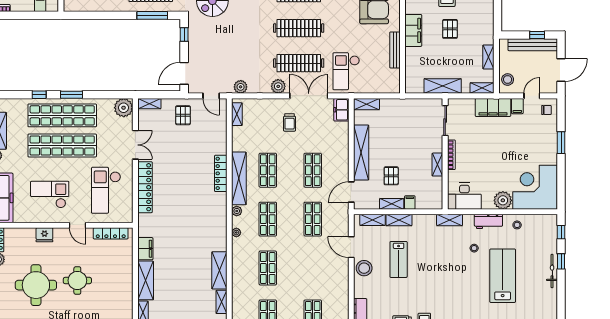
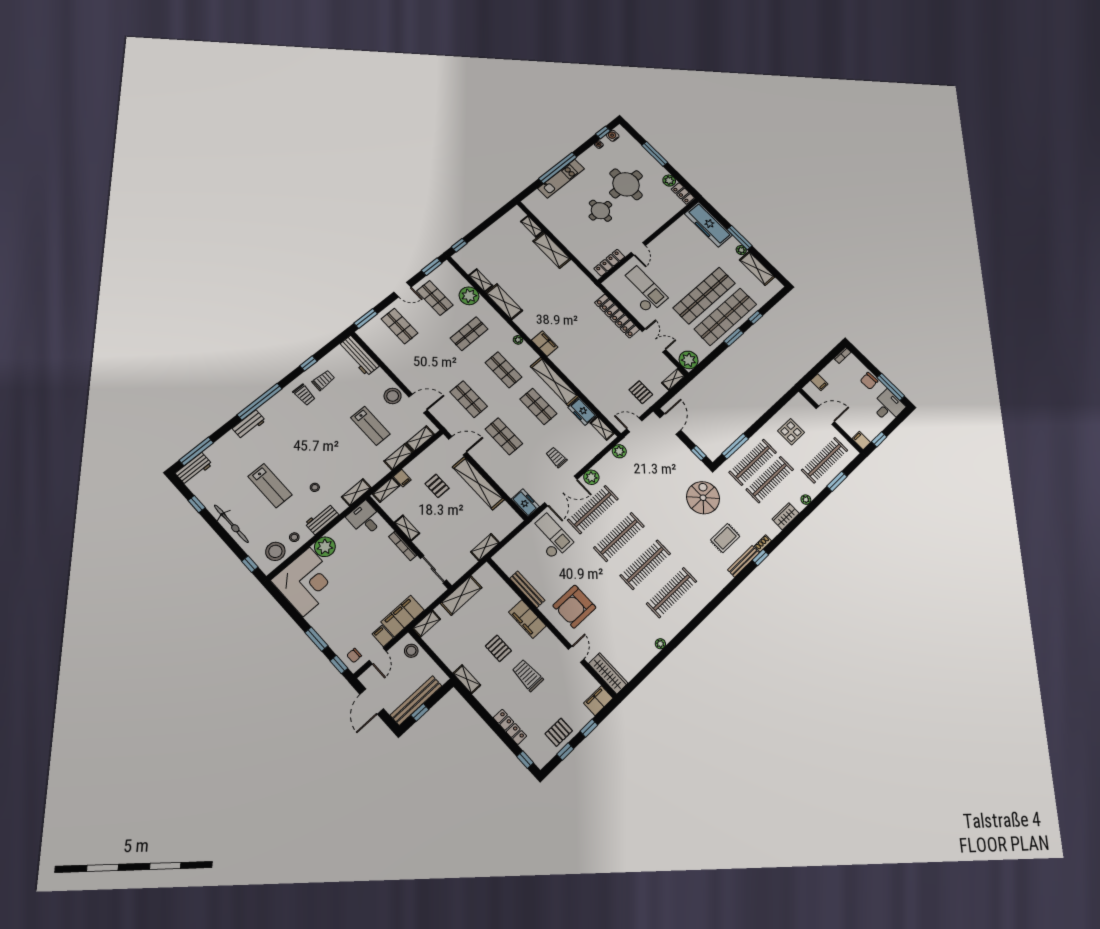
shelving: (488, 57) -> (467, 679), moved
shelving: (366, 104) -> (485, 547), moved
window: (561, 113) -> (339, 664), added
freezer: (240, 139) -> (582, 411), added
double door: (135, 145) -> (654, 340), swing flipped
locker: (221, 173) -> (572, 373), removed
door: (351, 192) -> (458, 446), hinge flipped
checkout: (50, 195) -> (679, 254), removed
desk: (464, 196) -> (365, 519), width x0.73
shelving: (392, 204) -> (386, 490), moved
plant: (237, 211) -> (469, 296), moved, width x1.88, depth x1.88
door: (78, 225) -> (638, 249), swing flipped
stool: (537, 226) -> (275, 551), added
fridge: (44, 235) -> (654, 223), removed
filing cabinet: (145, 249) -> (545, 344), moved, turned 180
lab bench: (399, 259) -> (370, 426), turned 180
window: (561, 261) -> (197, 504), moved
shop shelf: (268, 268) -> (469, 334), turned 90
bicycle: (552, 271) -> (231, 524), width x1.37, depth x1.40
lab bench: (503, 276) -> (270, 486), width x0.73, depth x0.72

